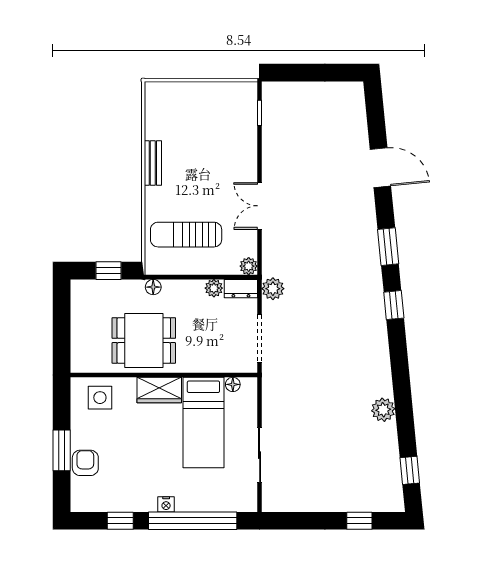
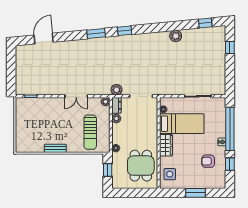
door: (380, 168) -> (44, 39), moved
dining table: (144, 340) -> (141, 166), moved
armchair: (85, 463) -> (208, 161), moved

